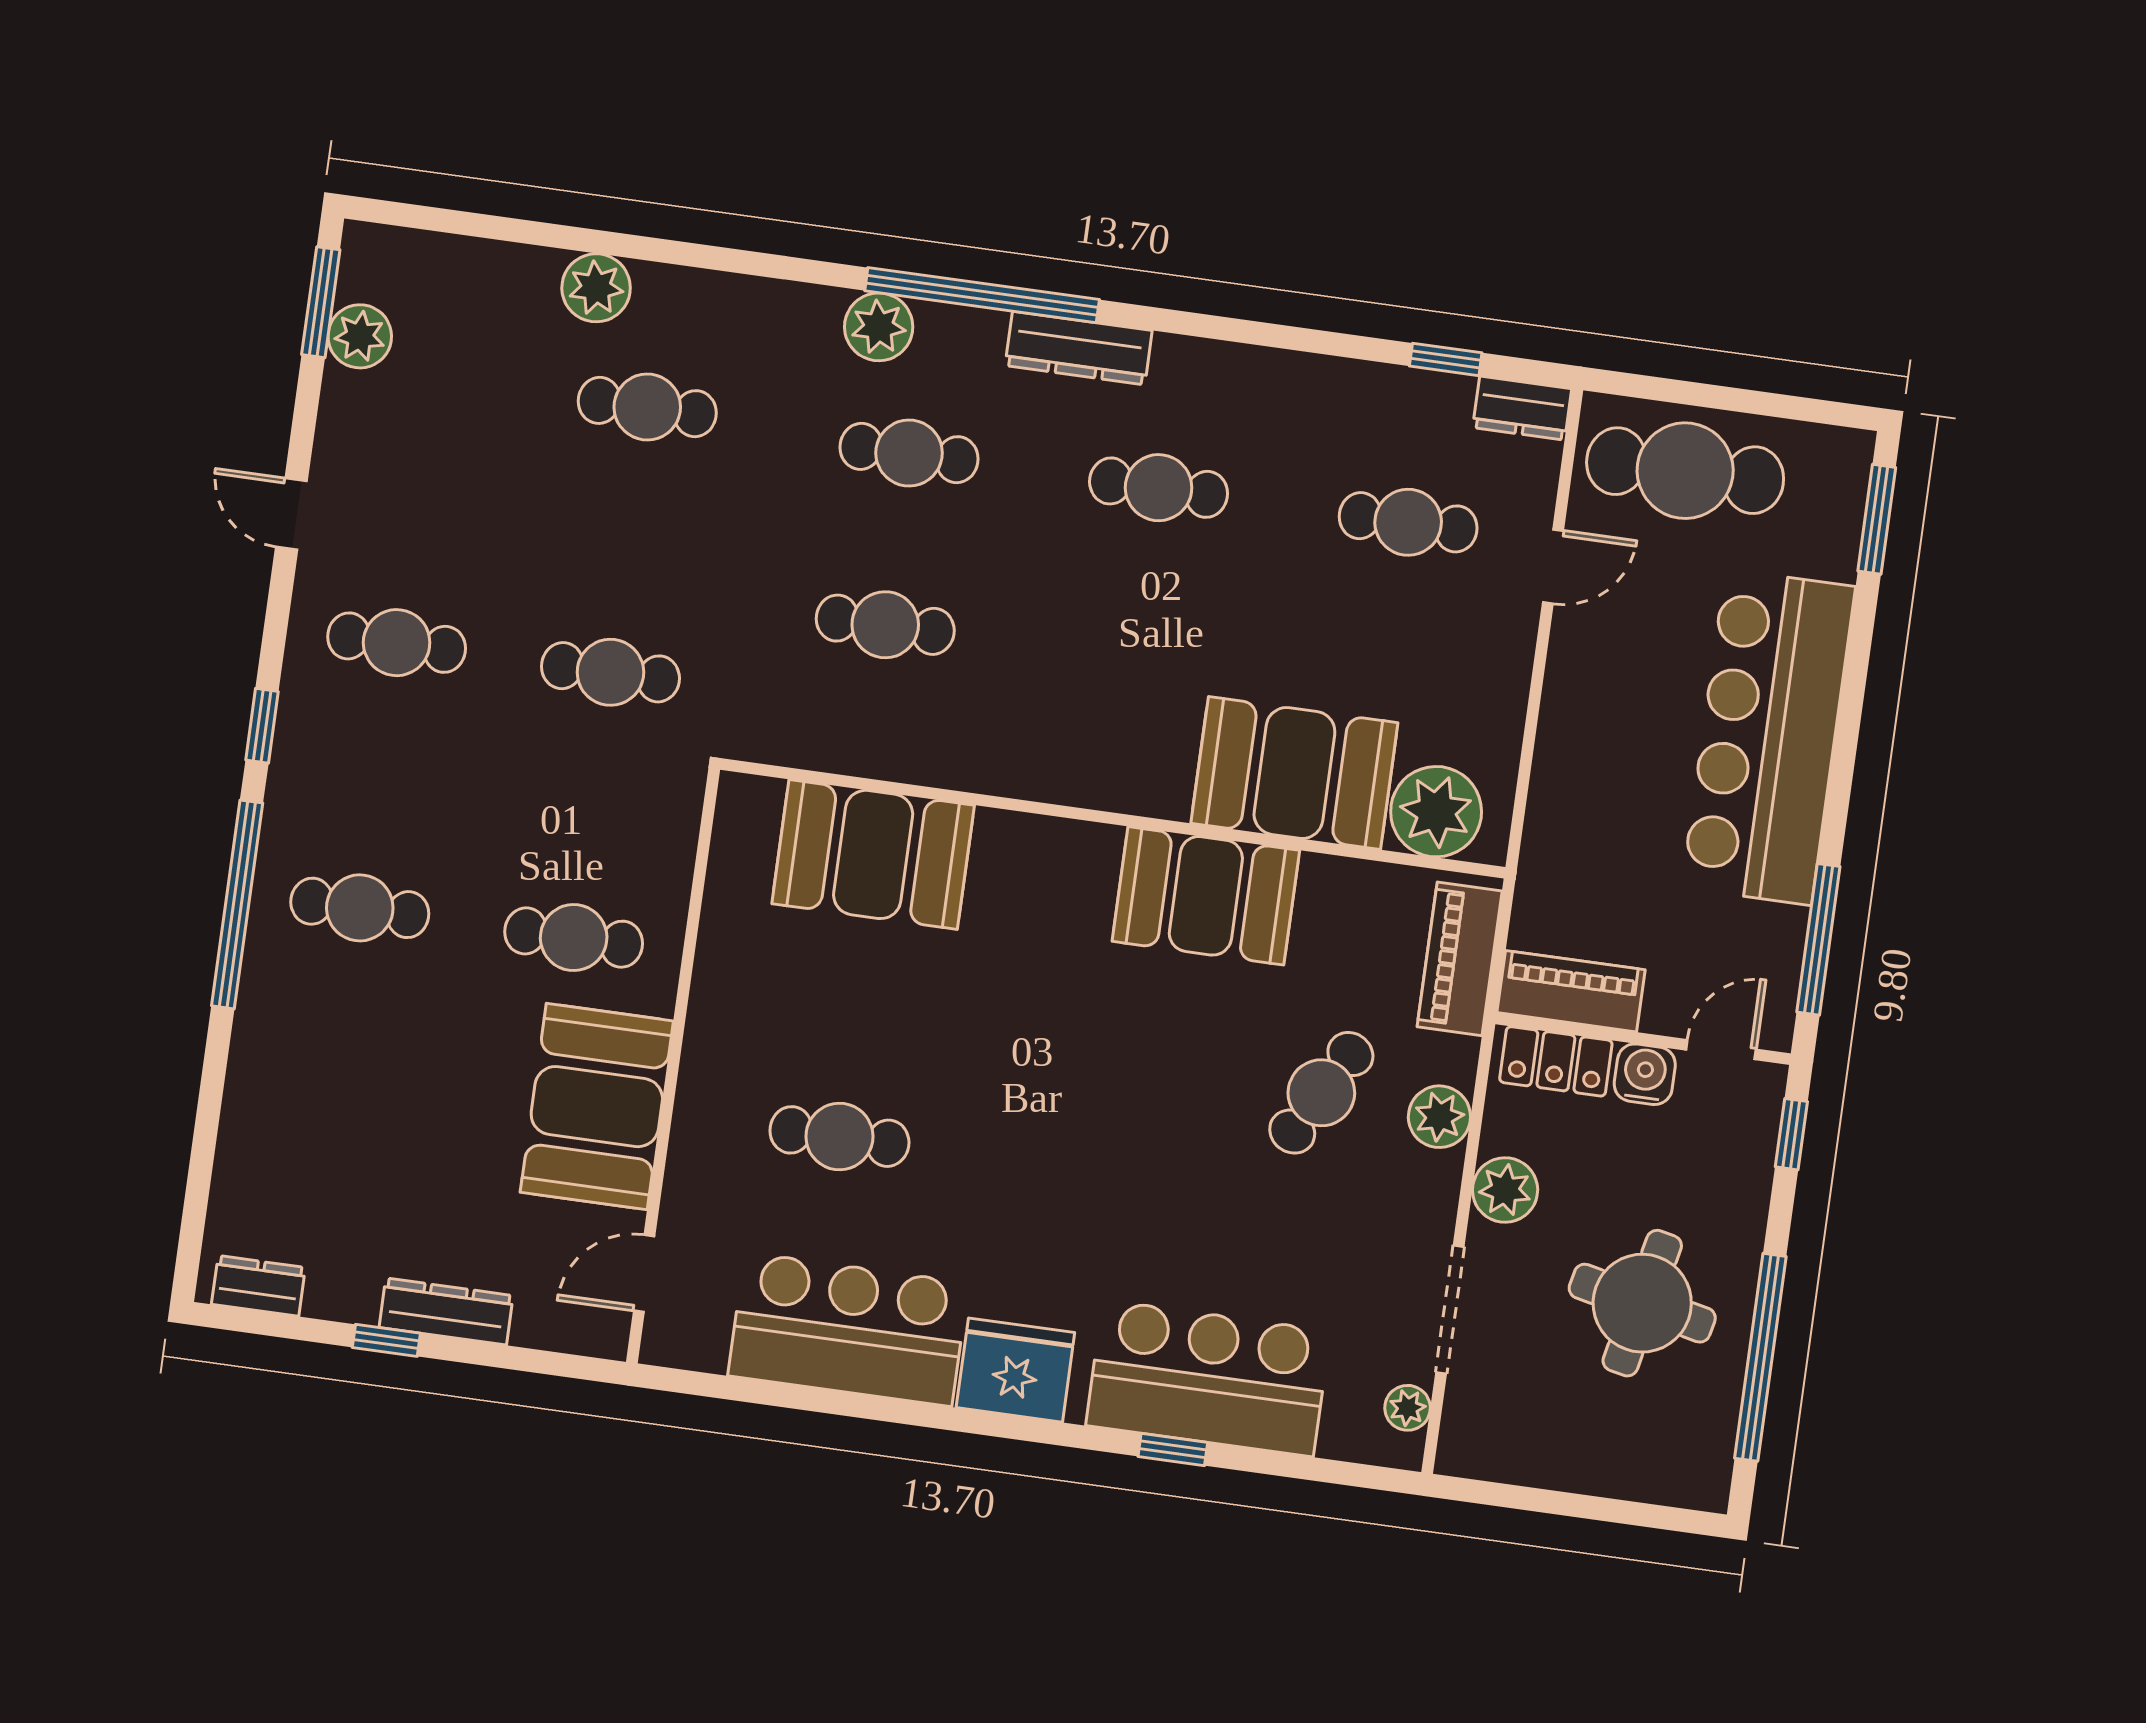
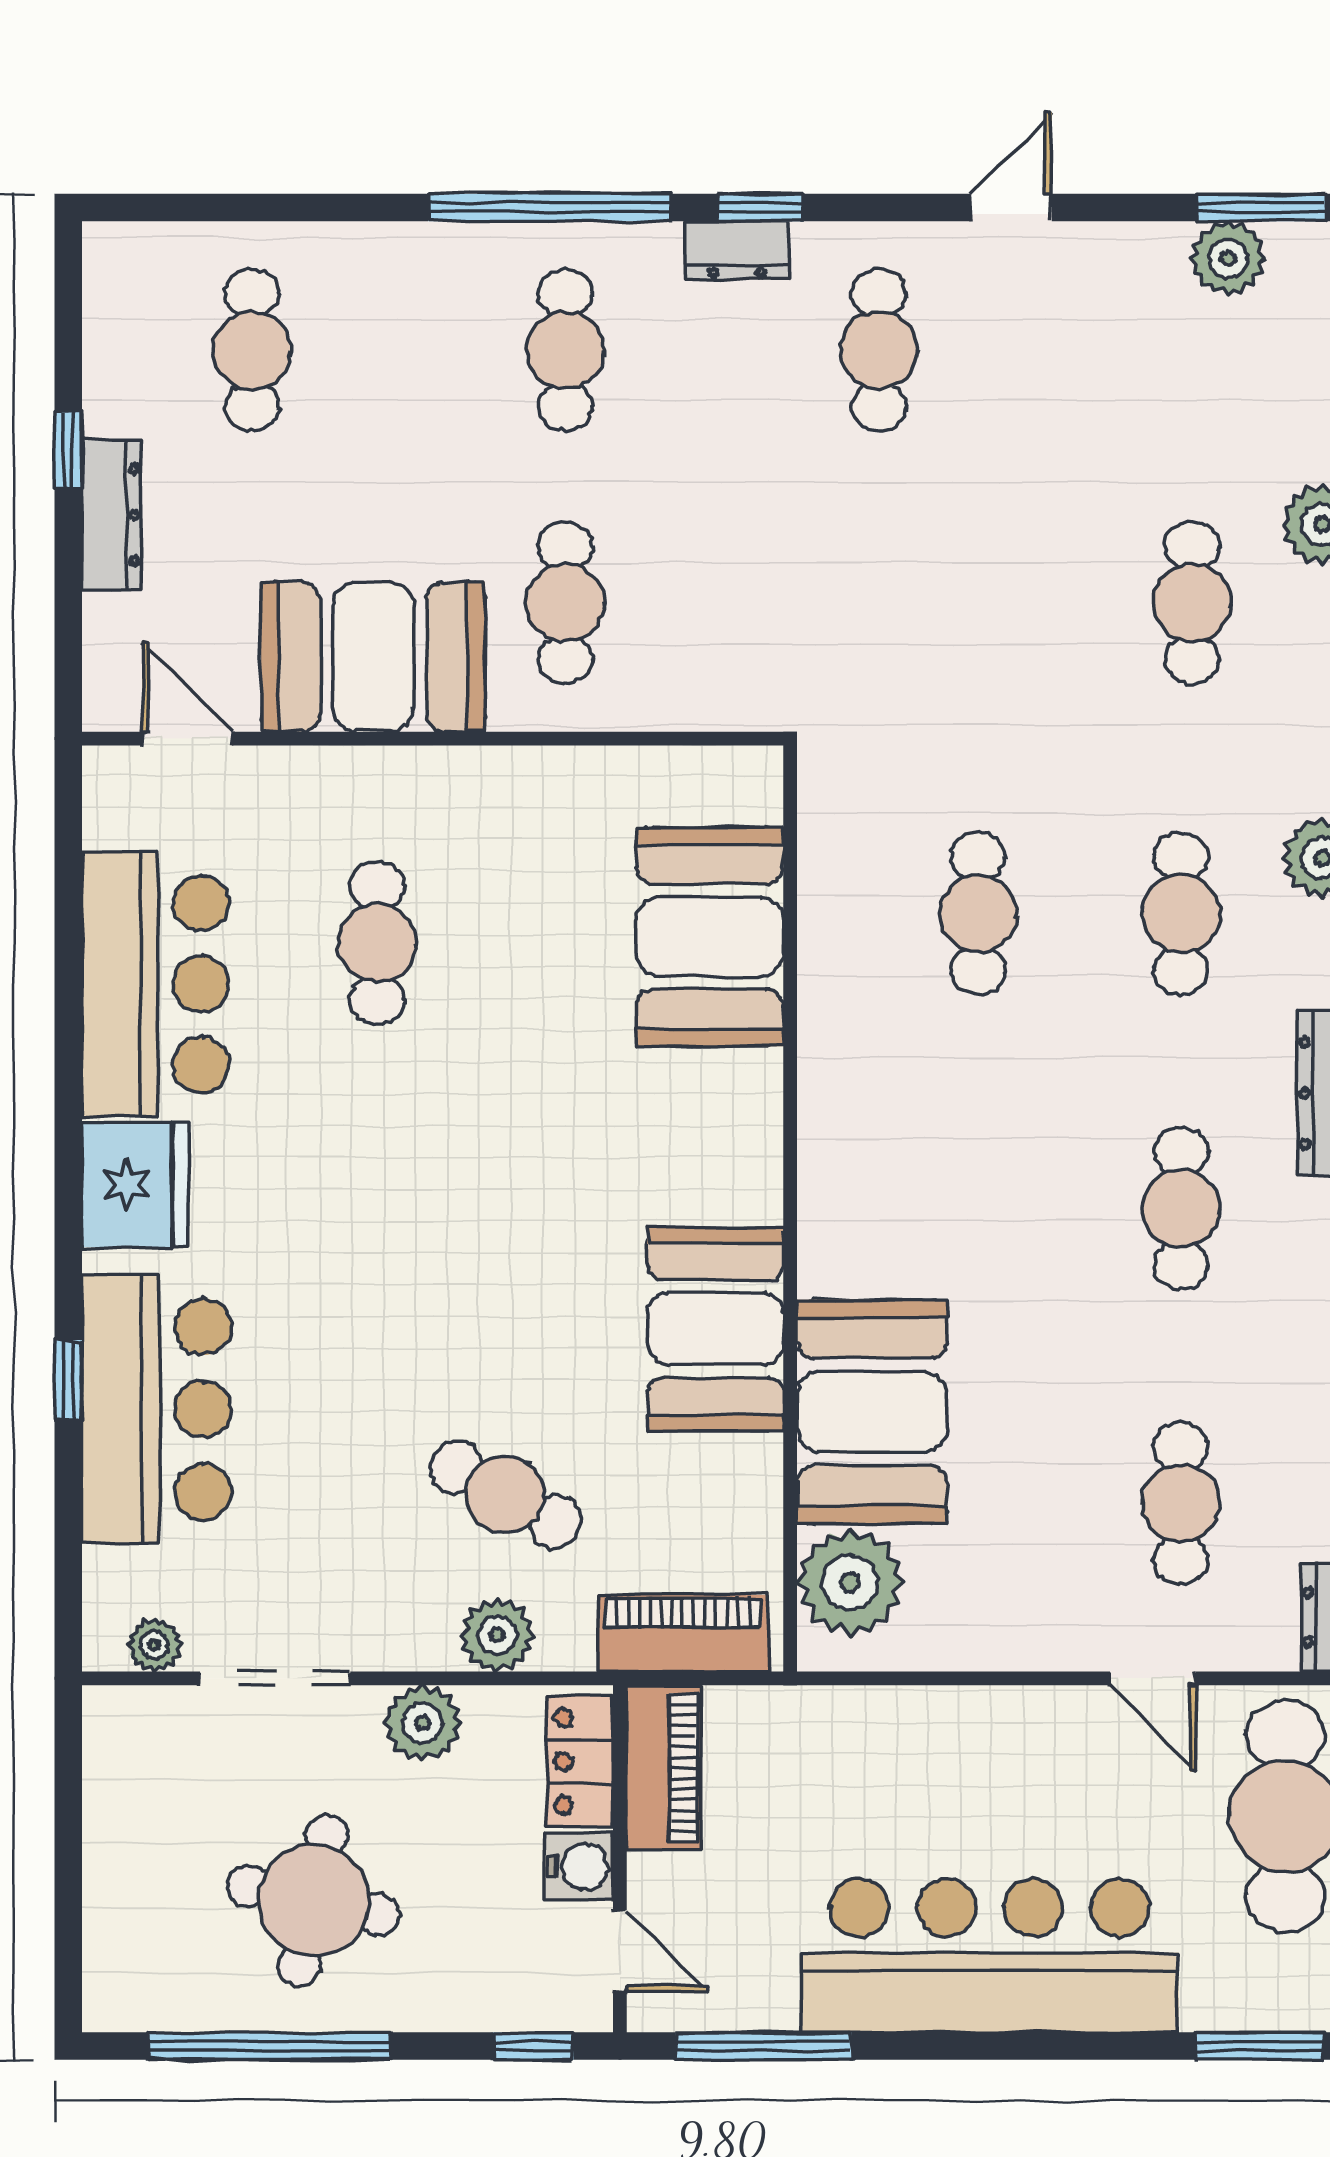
cafe table: (610, 672) -> (252, 350), moved
dresser: (258, 1286) -> (737, 250), moved, turned 90

